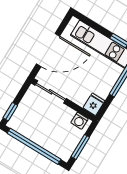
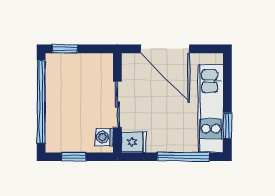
sliding door: (51, 92) -> (117, 105), moved
window: (80, 147) -> (74, 157), width x0.67

